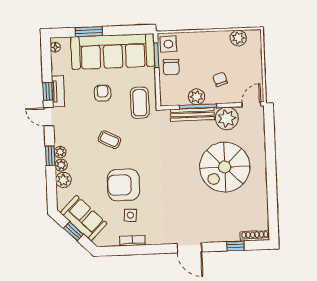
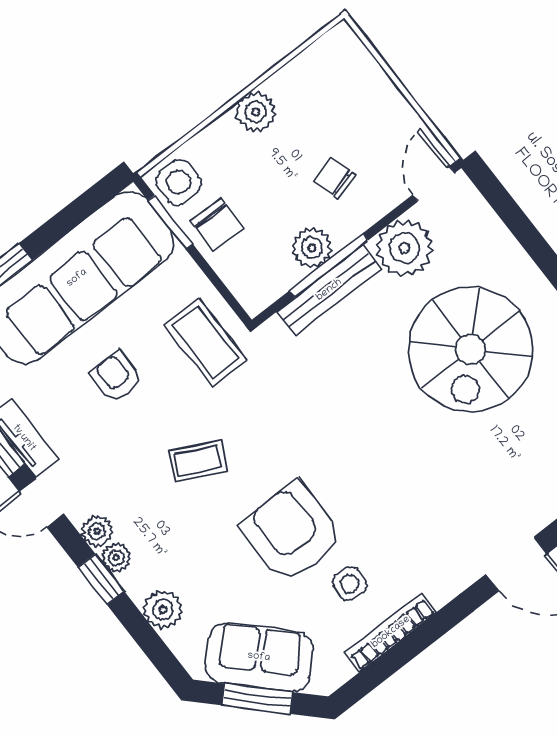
plant: (238, 38) -> (256, 112), moved
plant: (61, 165) -> (97, 531), moved
armchair: (123, 185) -> (291, 532), turned 90
window: (73, 231) -> (257, 699), width x1.50
bookcase: (132, 241) -> (391, 632), width x1.56

